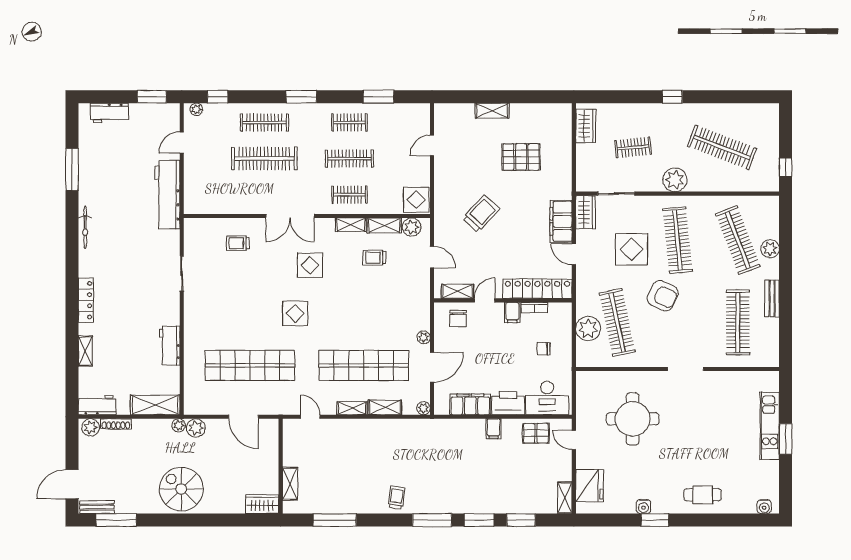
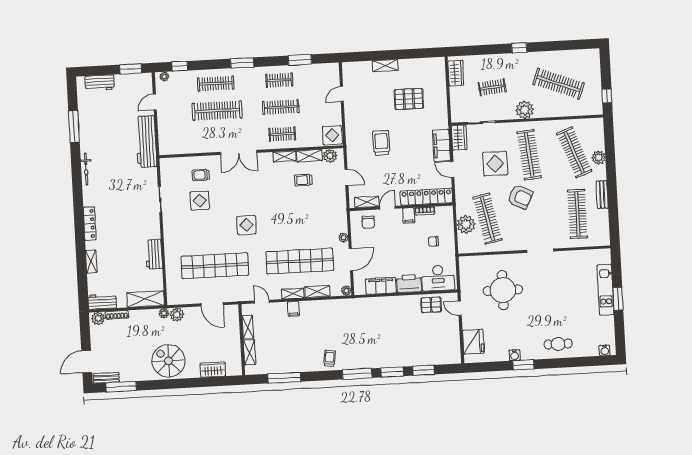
trolley: (481, 214) -> (381, 143), turned -43
display table: (310, 265) -> (200, 201), moved
filing cabinet: (494, 429) -> (293, 309), moved
shelving: (565, 498) -> (248, 327), moved
wardrobe: (262, 504) -> (213, 370), moved

